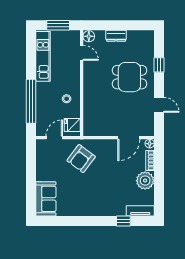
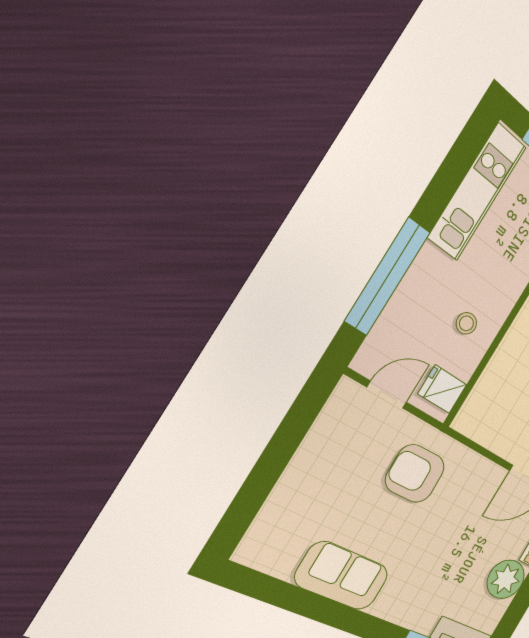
armchair: (81, 159) -> (415, 474), turned 52
sofa: (46, 199) -> (342, 576), moved, turned -90

